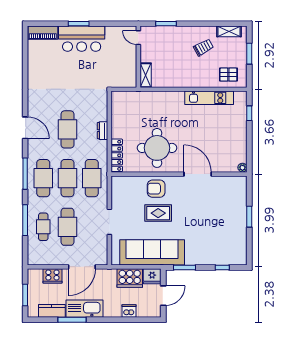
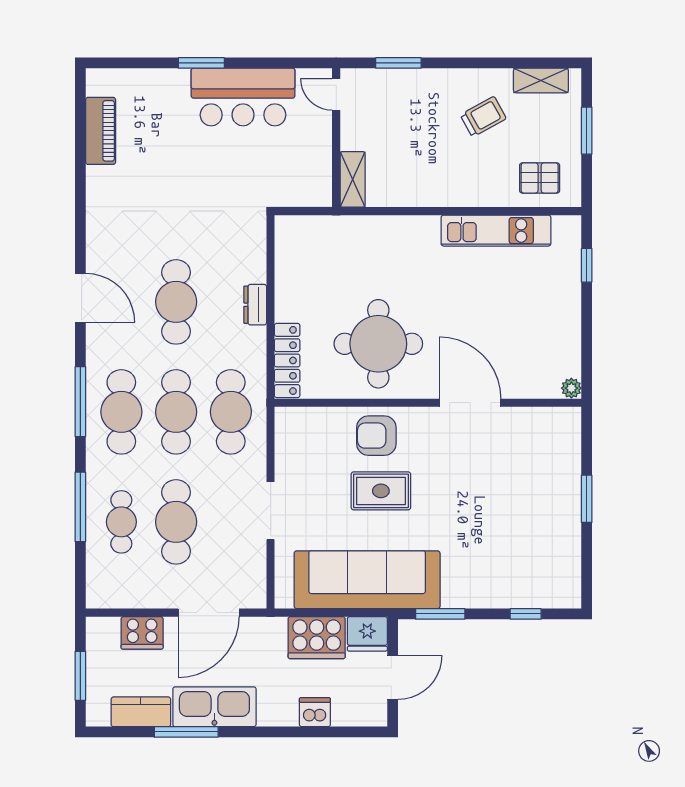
piano: (43, 33) -> (101, 131), moved, turned -90
bar counter: (82, 39) -> (243, 97), moved

